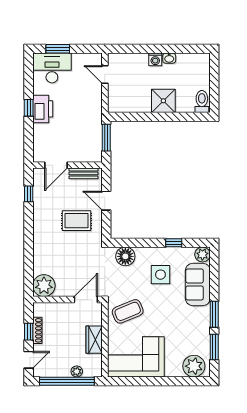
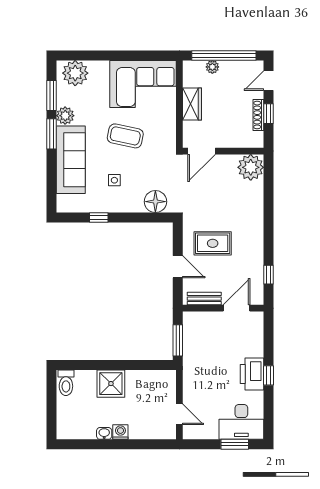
plant: (202, 254) -> (65, 116), moved
side table: (160, 275) -> (114, 180), width x0.54, depth x0.54
sofa: (198, 284) -> (71, 160), width x1.36
coffee table: (128, 311) -> (125, 136), moved, turned 34

